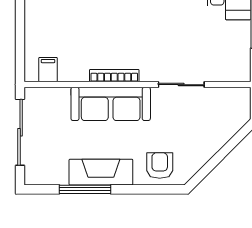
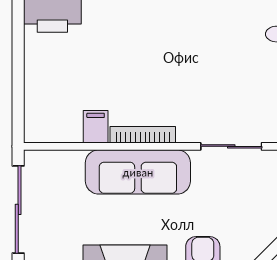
filing cabinet: (48, 70) -> (96, 127), moved

